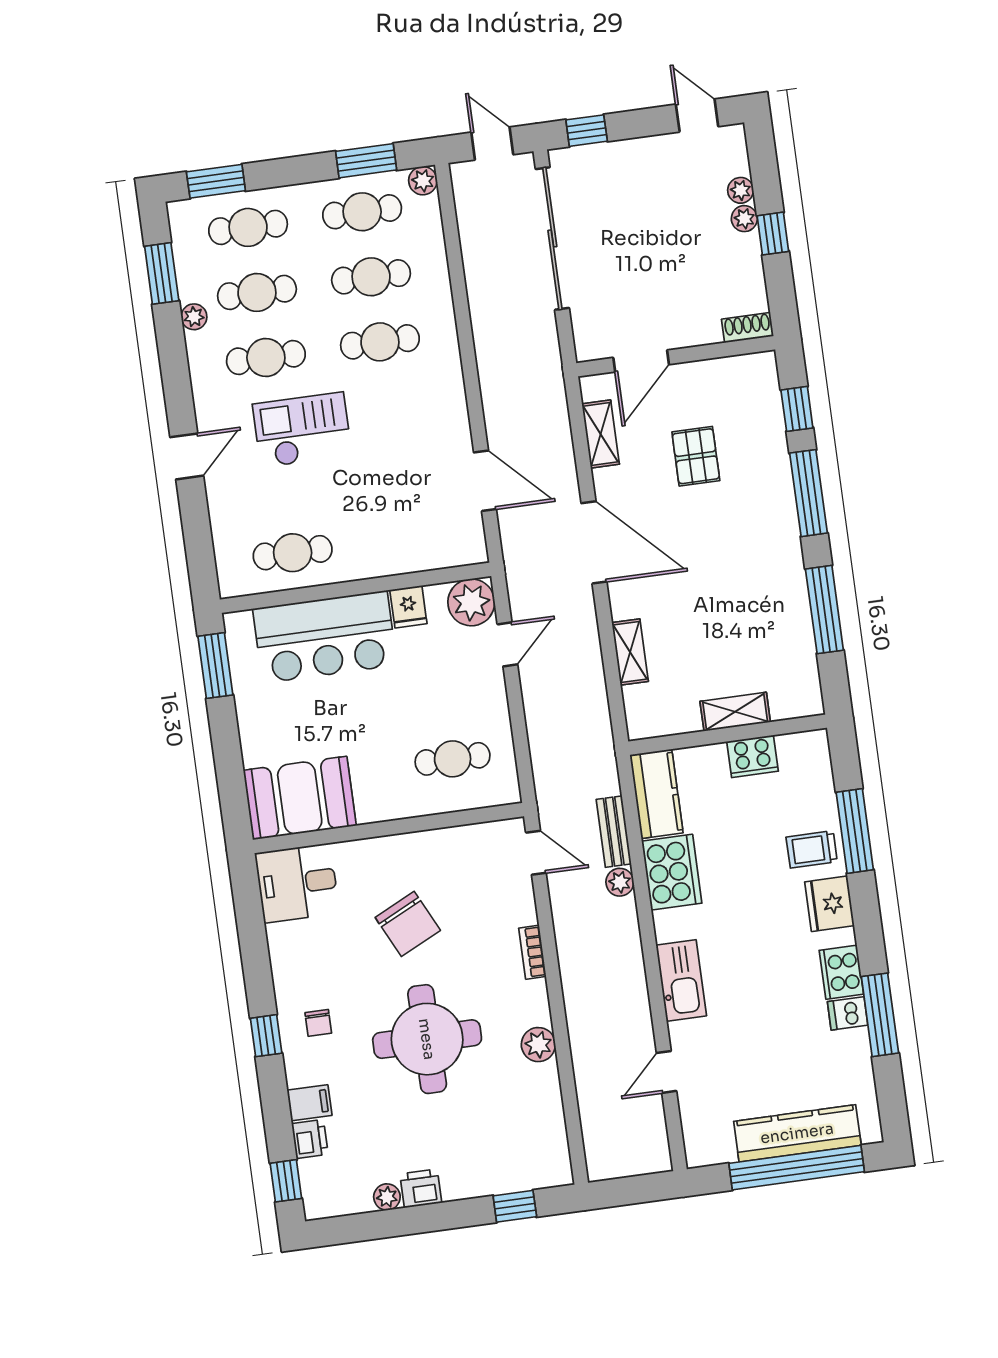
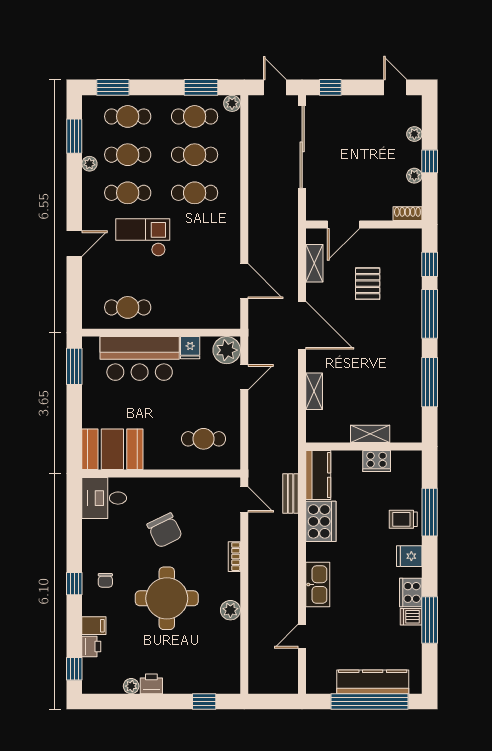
plant: (744, 219) -> (414, 176), moved
plant: (620, 882) -> (290, 523), removed
fridge: (829, 904) -> (409, 556), width x0.72

